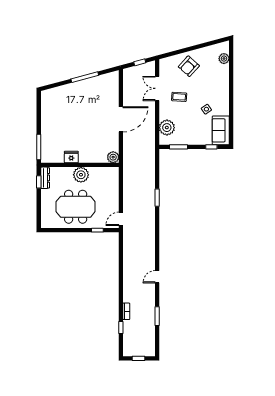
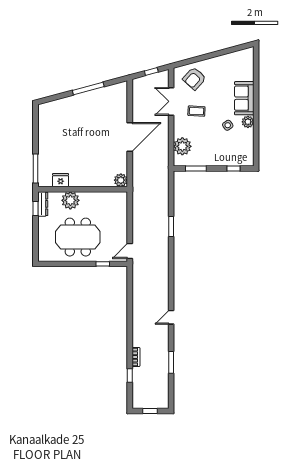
plant: (224, 59) -> (248, 122), moved
armchair: (189, 66) -> (194, 79), moved
sofa: (221, 130) -> (244, 98), moved
fridge: (71, 157) -> (61, 180), moved
plant: (81, 175) -> (70, 200), moved

